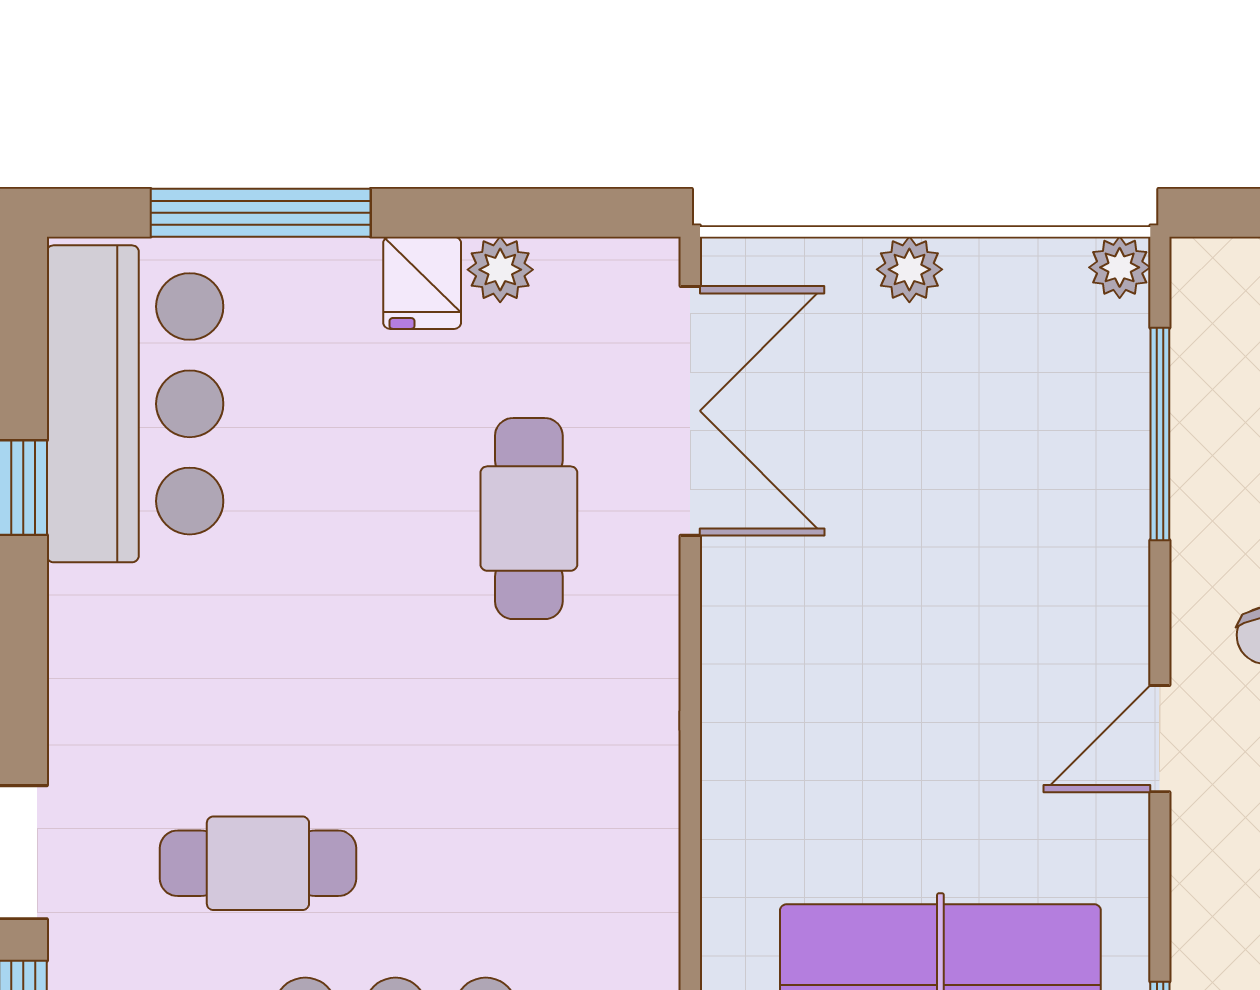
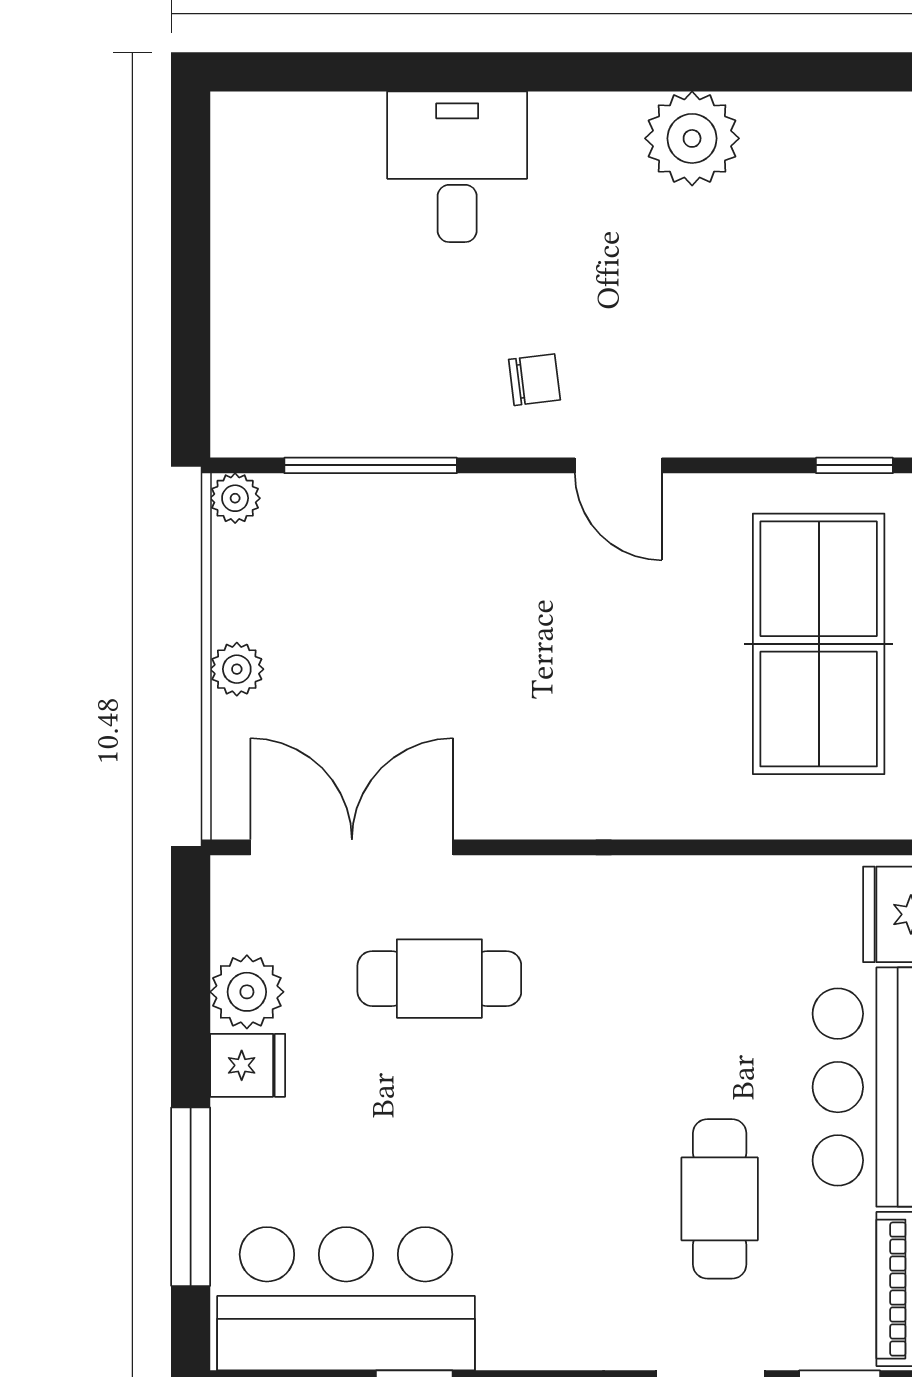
plant: (500, 270) -> (247, 992), width x1.38, depth x1.38

